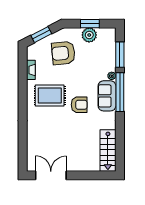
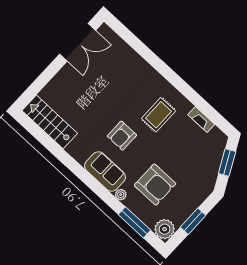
plant: (89, 35) -> (165, 229), moved
armchair: (63, 53) -> (155, 185), moved, turned 95
window: (120, 92) -> (97, 188), removed
rug: (50, 95) -> (158, 115), width x0.73, depth x0.70

